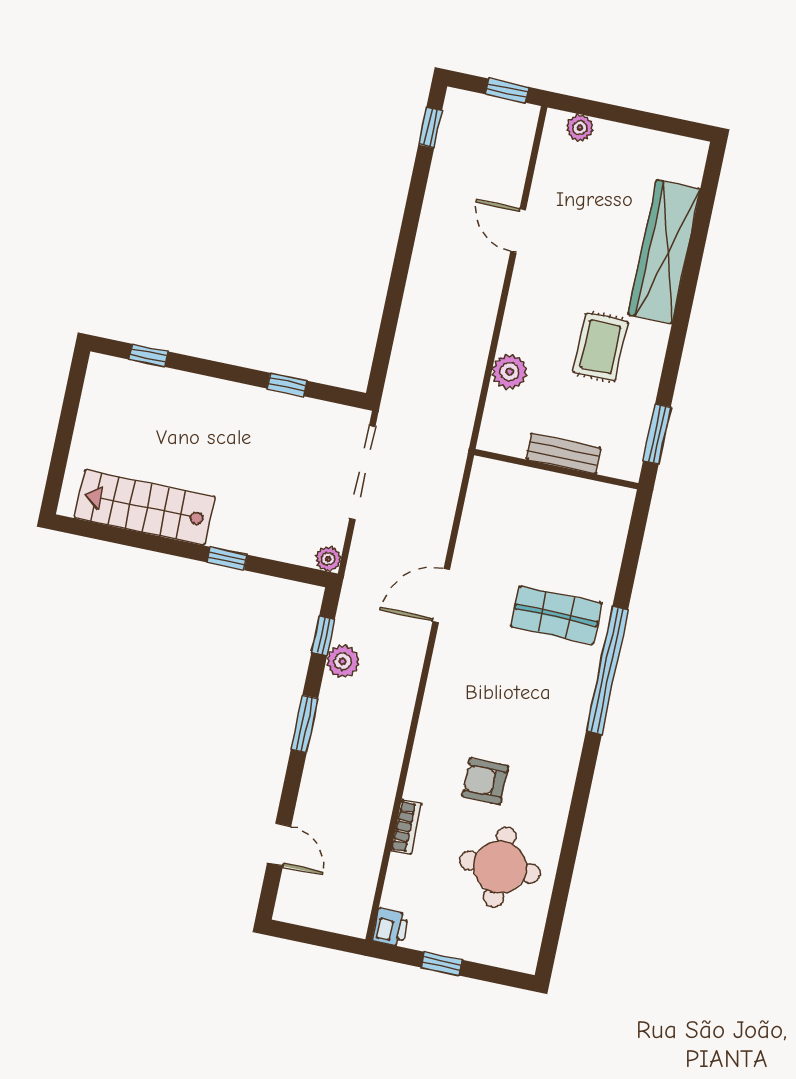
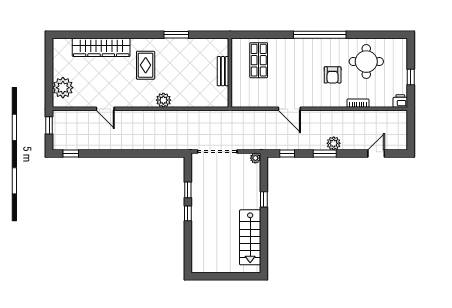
plant: (580, 128) -> (63, 88), width x1.87, depth x1.87
door: (518, 231) -> (105, 109), hinge flipped
rug: (600, 347) -> (146, 65), turned 90
window: (148, 355) -> (188, 213), moved
bench: (563, 454) -> (223, 71), moved
wall: (556, 469) -> (230, 73), moved
door: (441, 596) -> (289, 109), moved
plant: (343, 661) -> (334, 143), moved
window: (607, 670) -> (320, 35), moved

